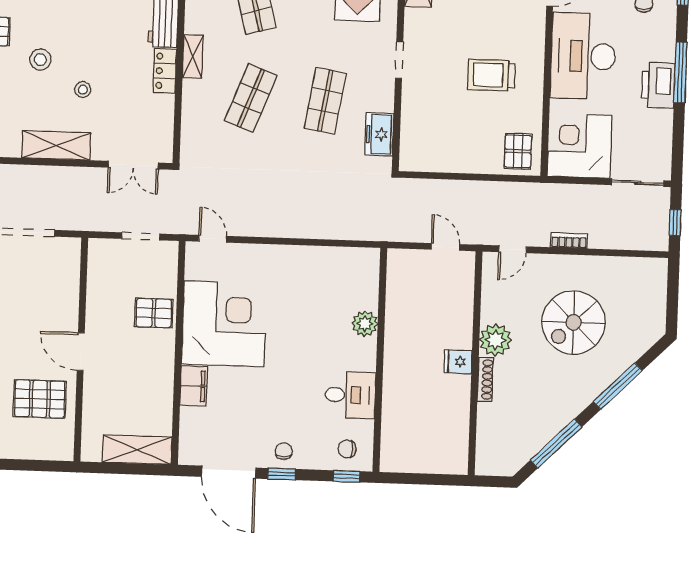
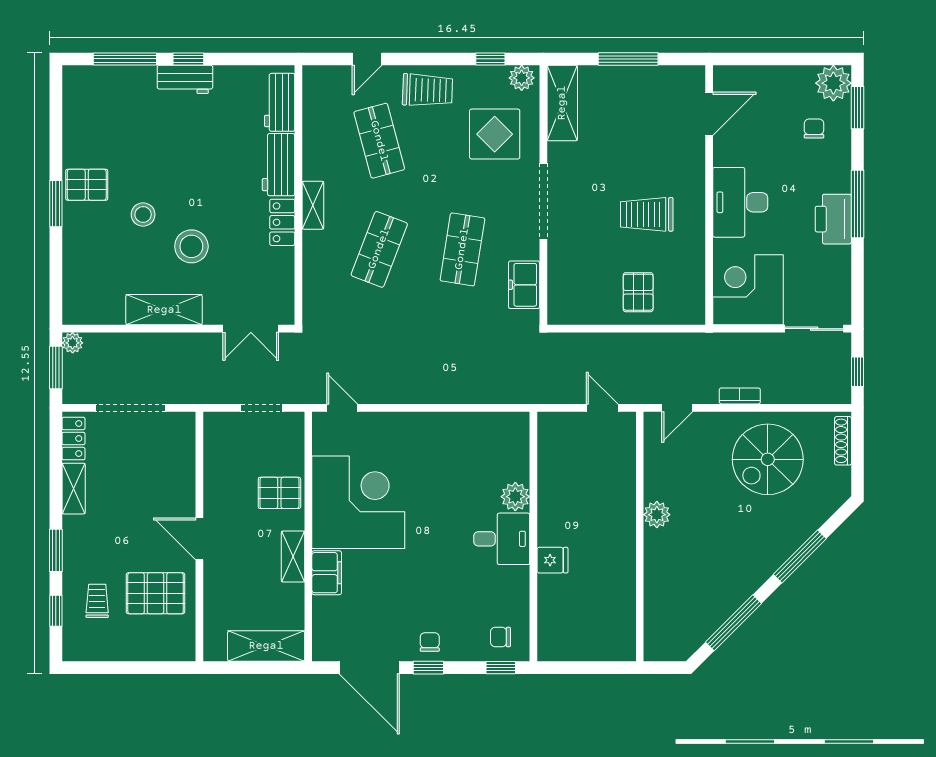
desk: (583, 56) -> (740, 202), width x0.73, depth x0.77
doorway: (399, 60) -> (543, 201), width x1.88
stool: (83, 90) -> (191, 246), width x1.89, depth x1.89
pallet: (518, 151) -> (638, 292), moved
spiral stairs: (574, 322) -> (768, 459), moved
plant: (495, 340) -> (657, 515), width x0.73, depth x0.73
fridge: (458, 362) -> (552, 560), moved, turned 180
shelving: (164, 370) -> (293, 557), added
shoe rack: (485, 380) -> (843, 441), moved, turned 180
desk: (350, 395) -> (502, 539), moved

